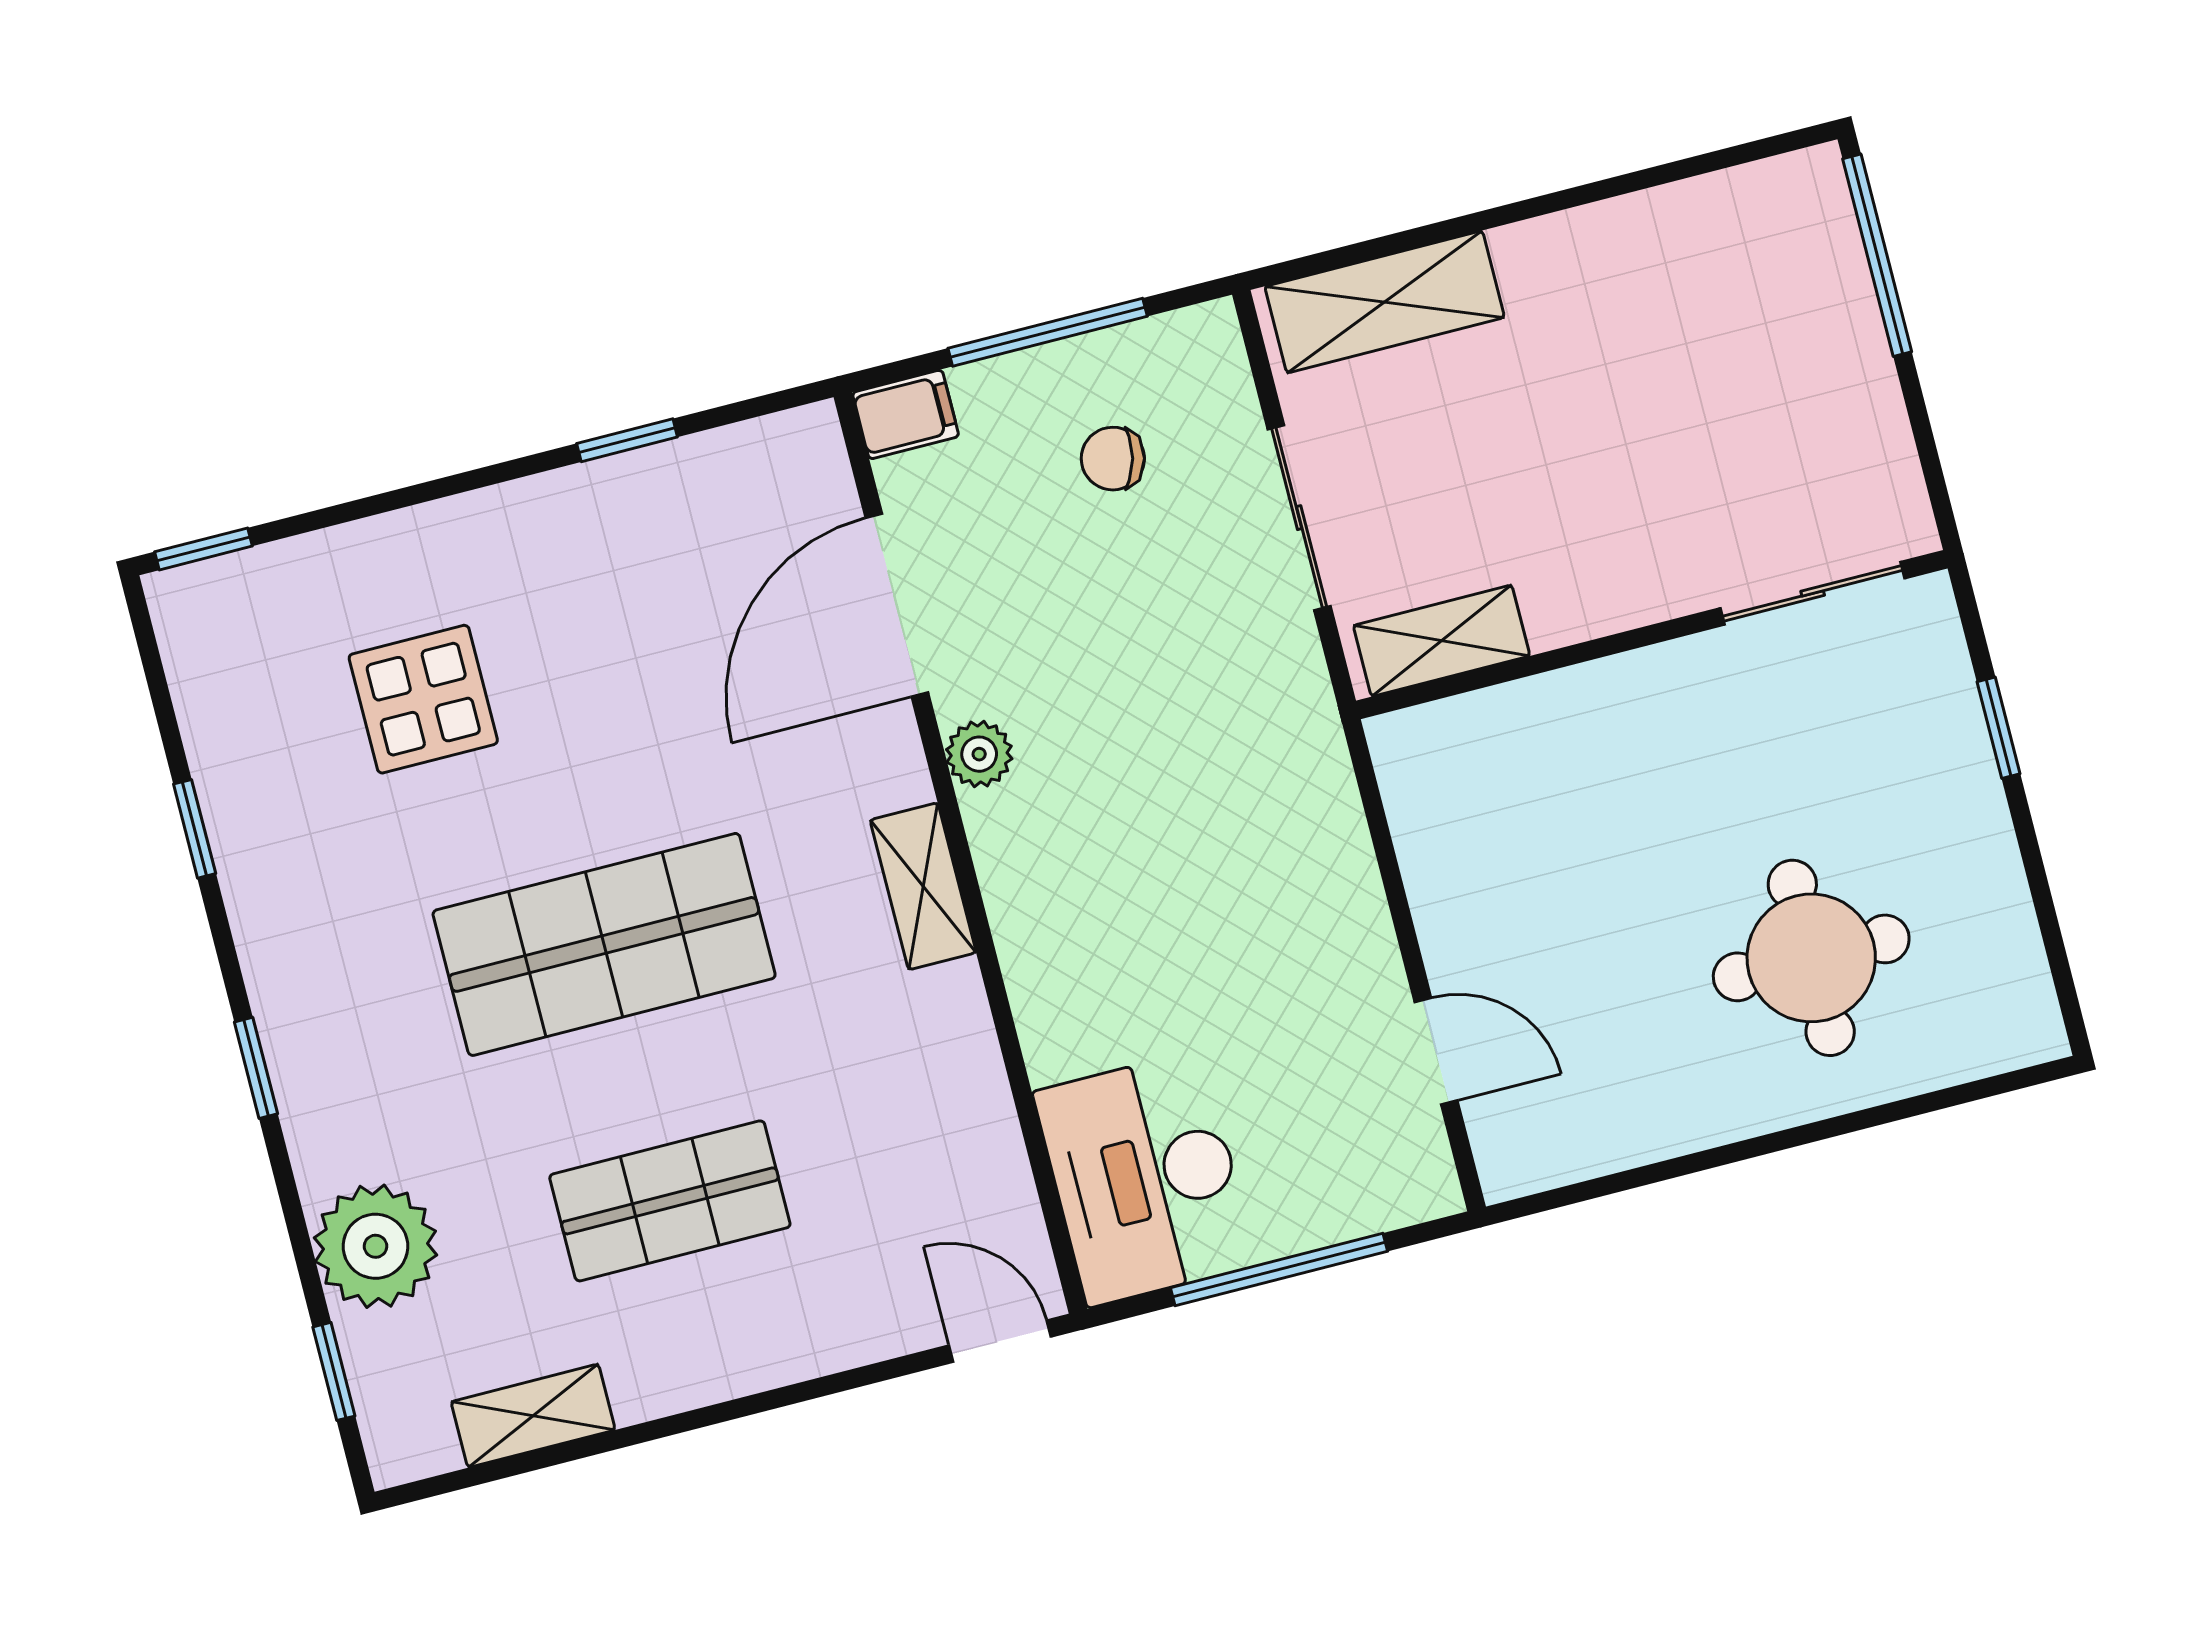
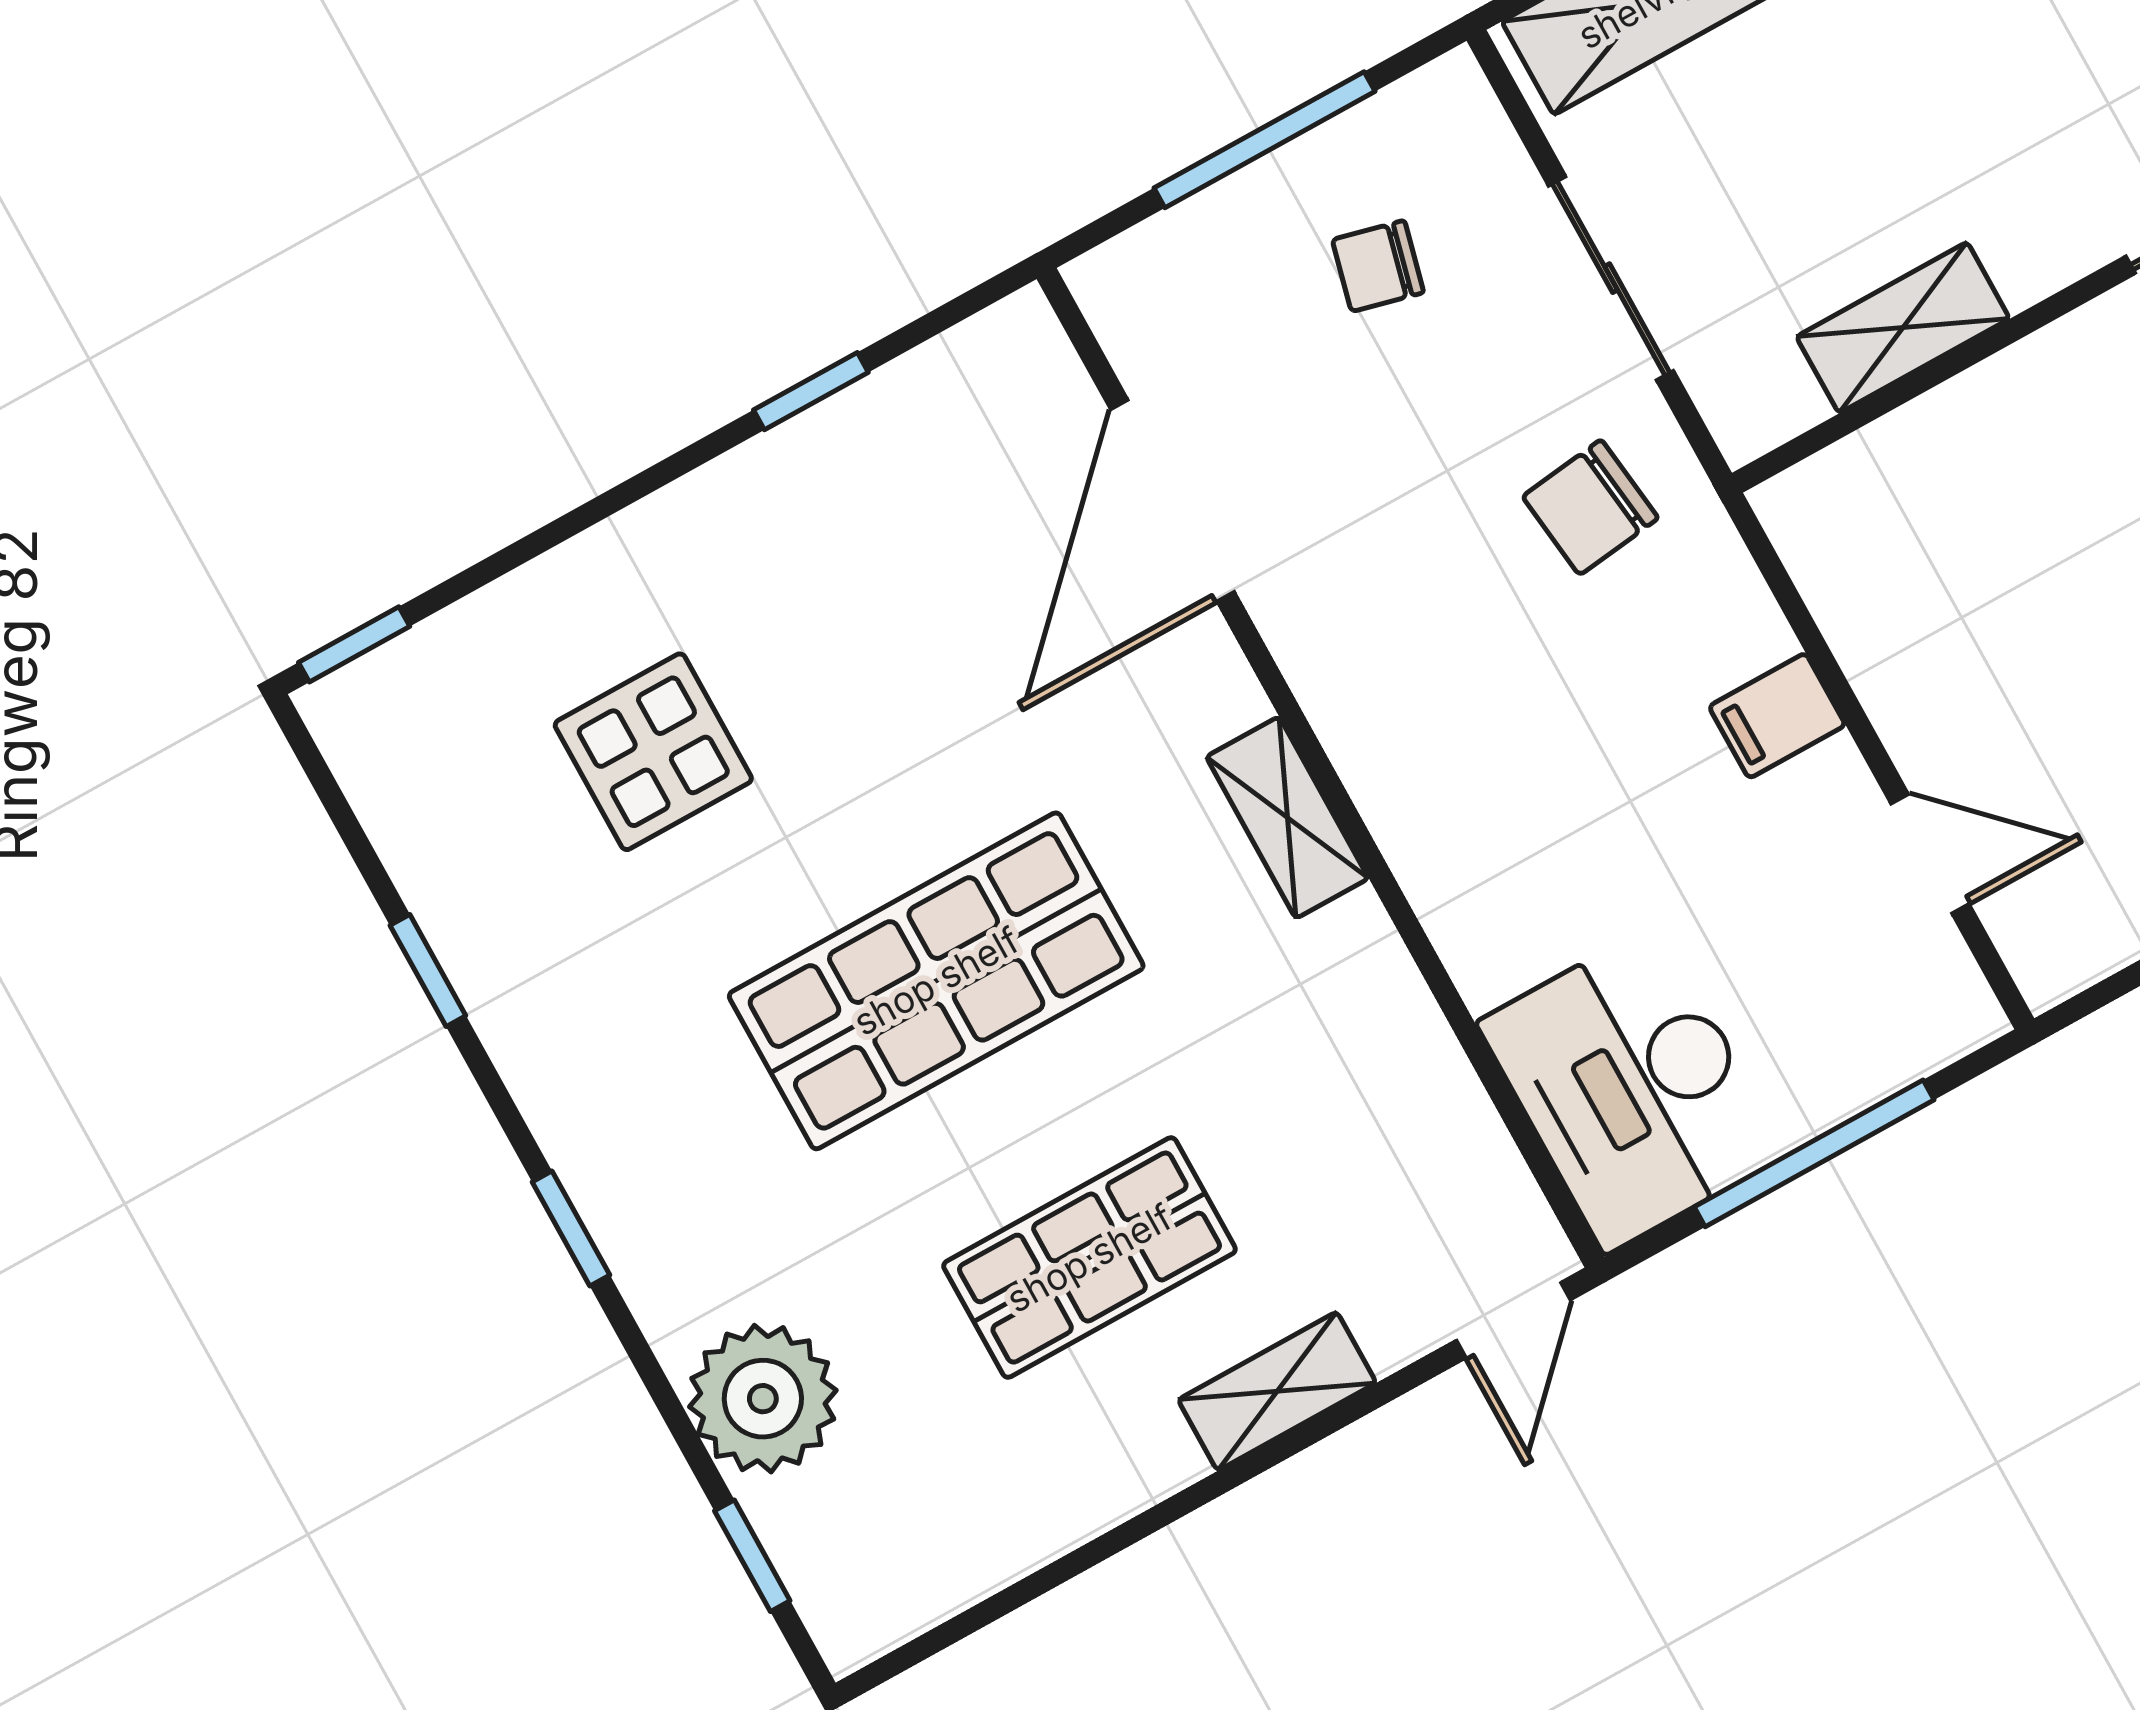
filing cabinet: (906, 414) -> (1777, 716), moved, turned 180
shelving: (1442, 641) -> (1903, 328), moved
chair: (1234, 699) -> (1590, 507), added
plant: (979, 754) -> (1312, 648), removed
door: (1000, 1341) -> (1513, 1320), swing flipped
shelving: (533, 1416) -> (1277, 1391), moved

